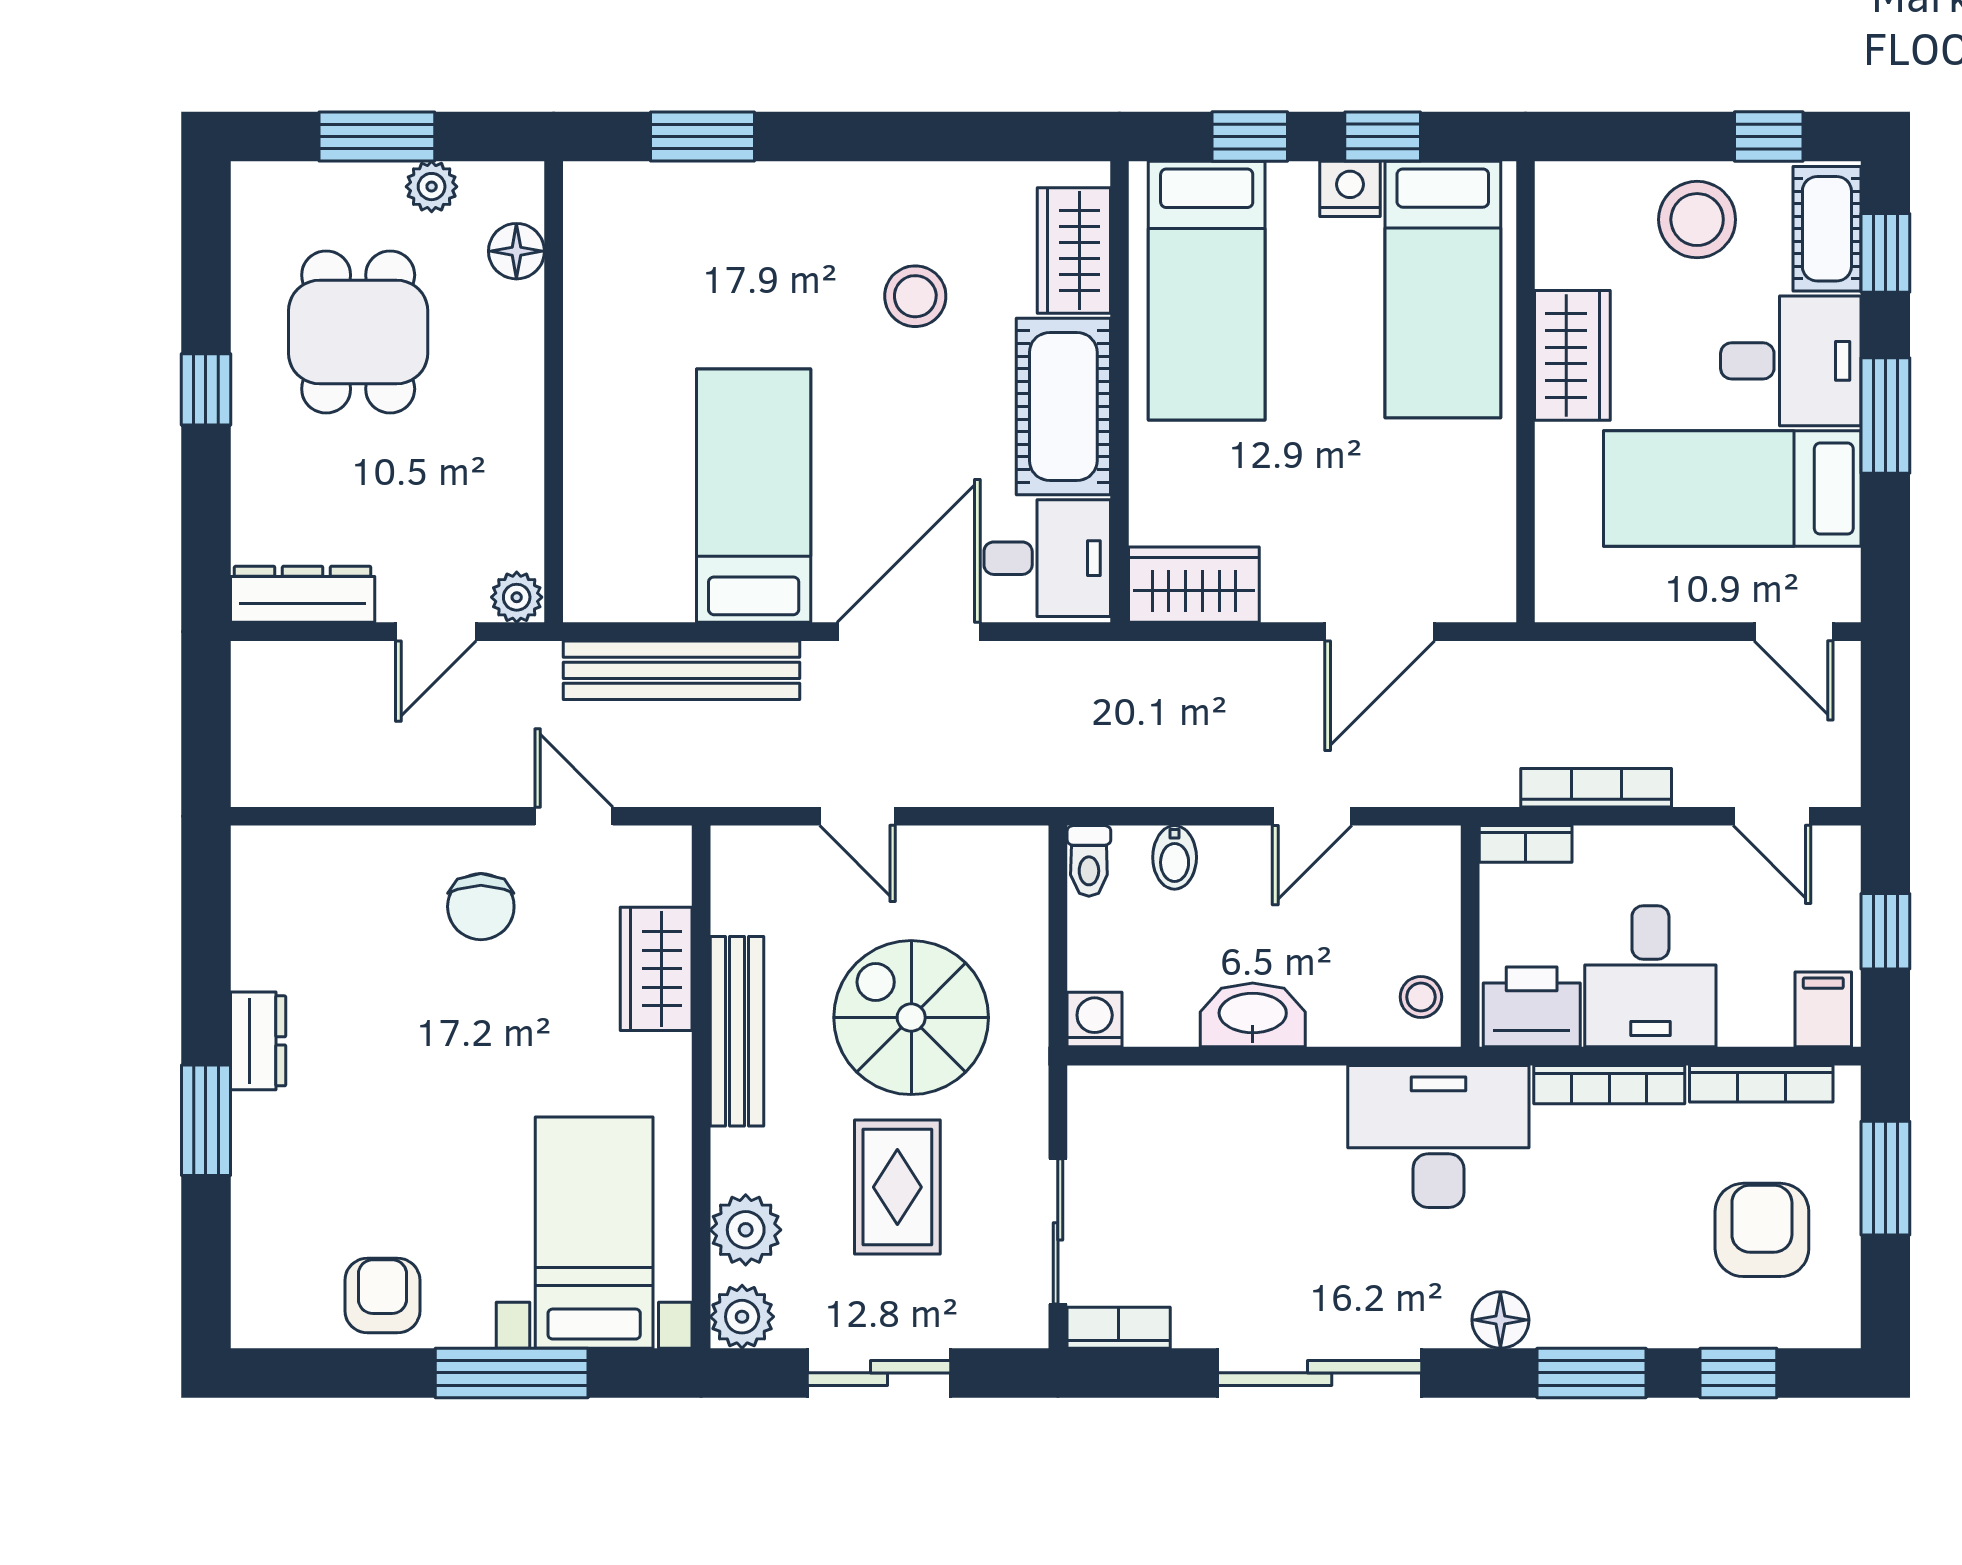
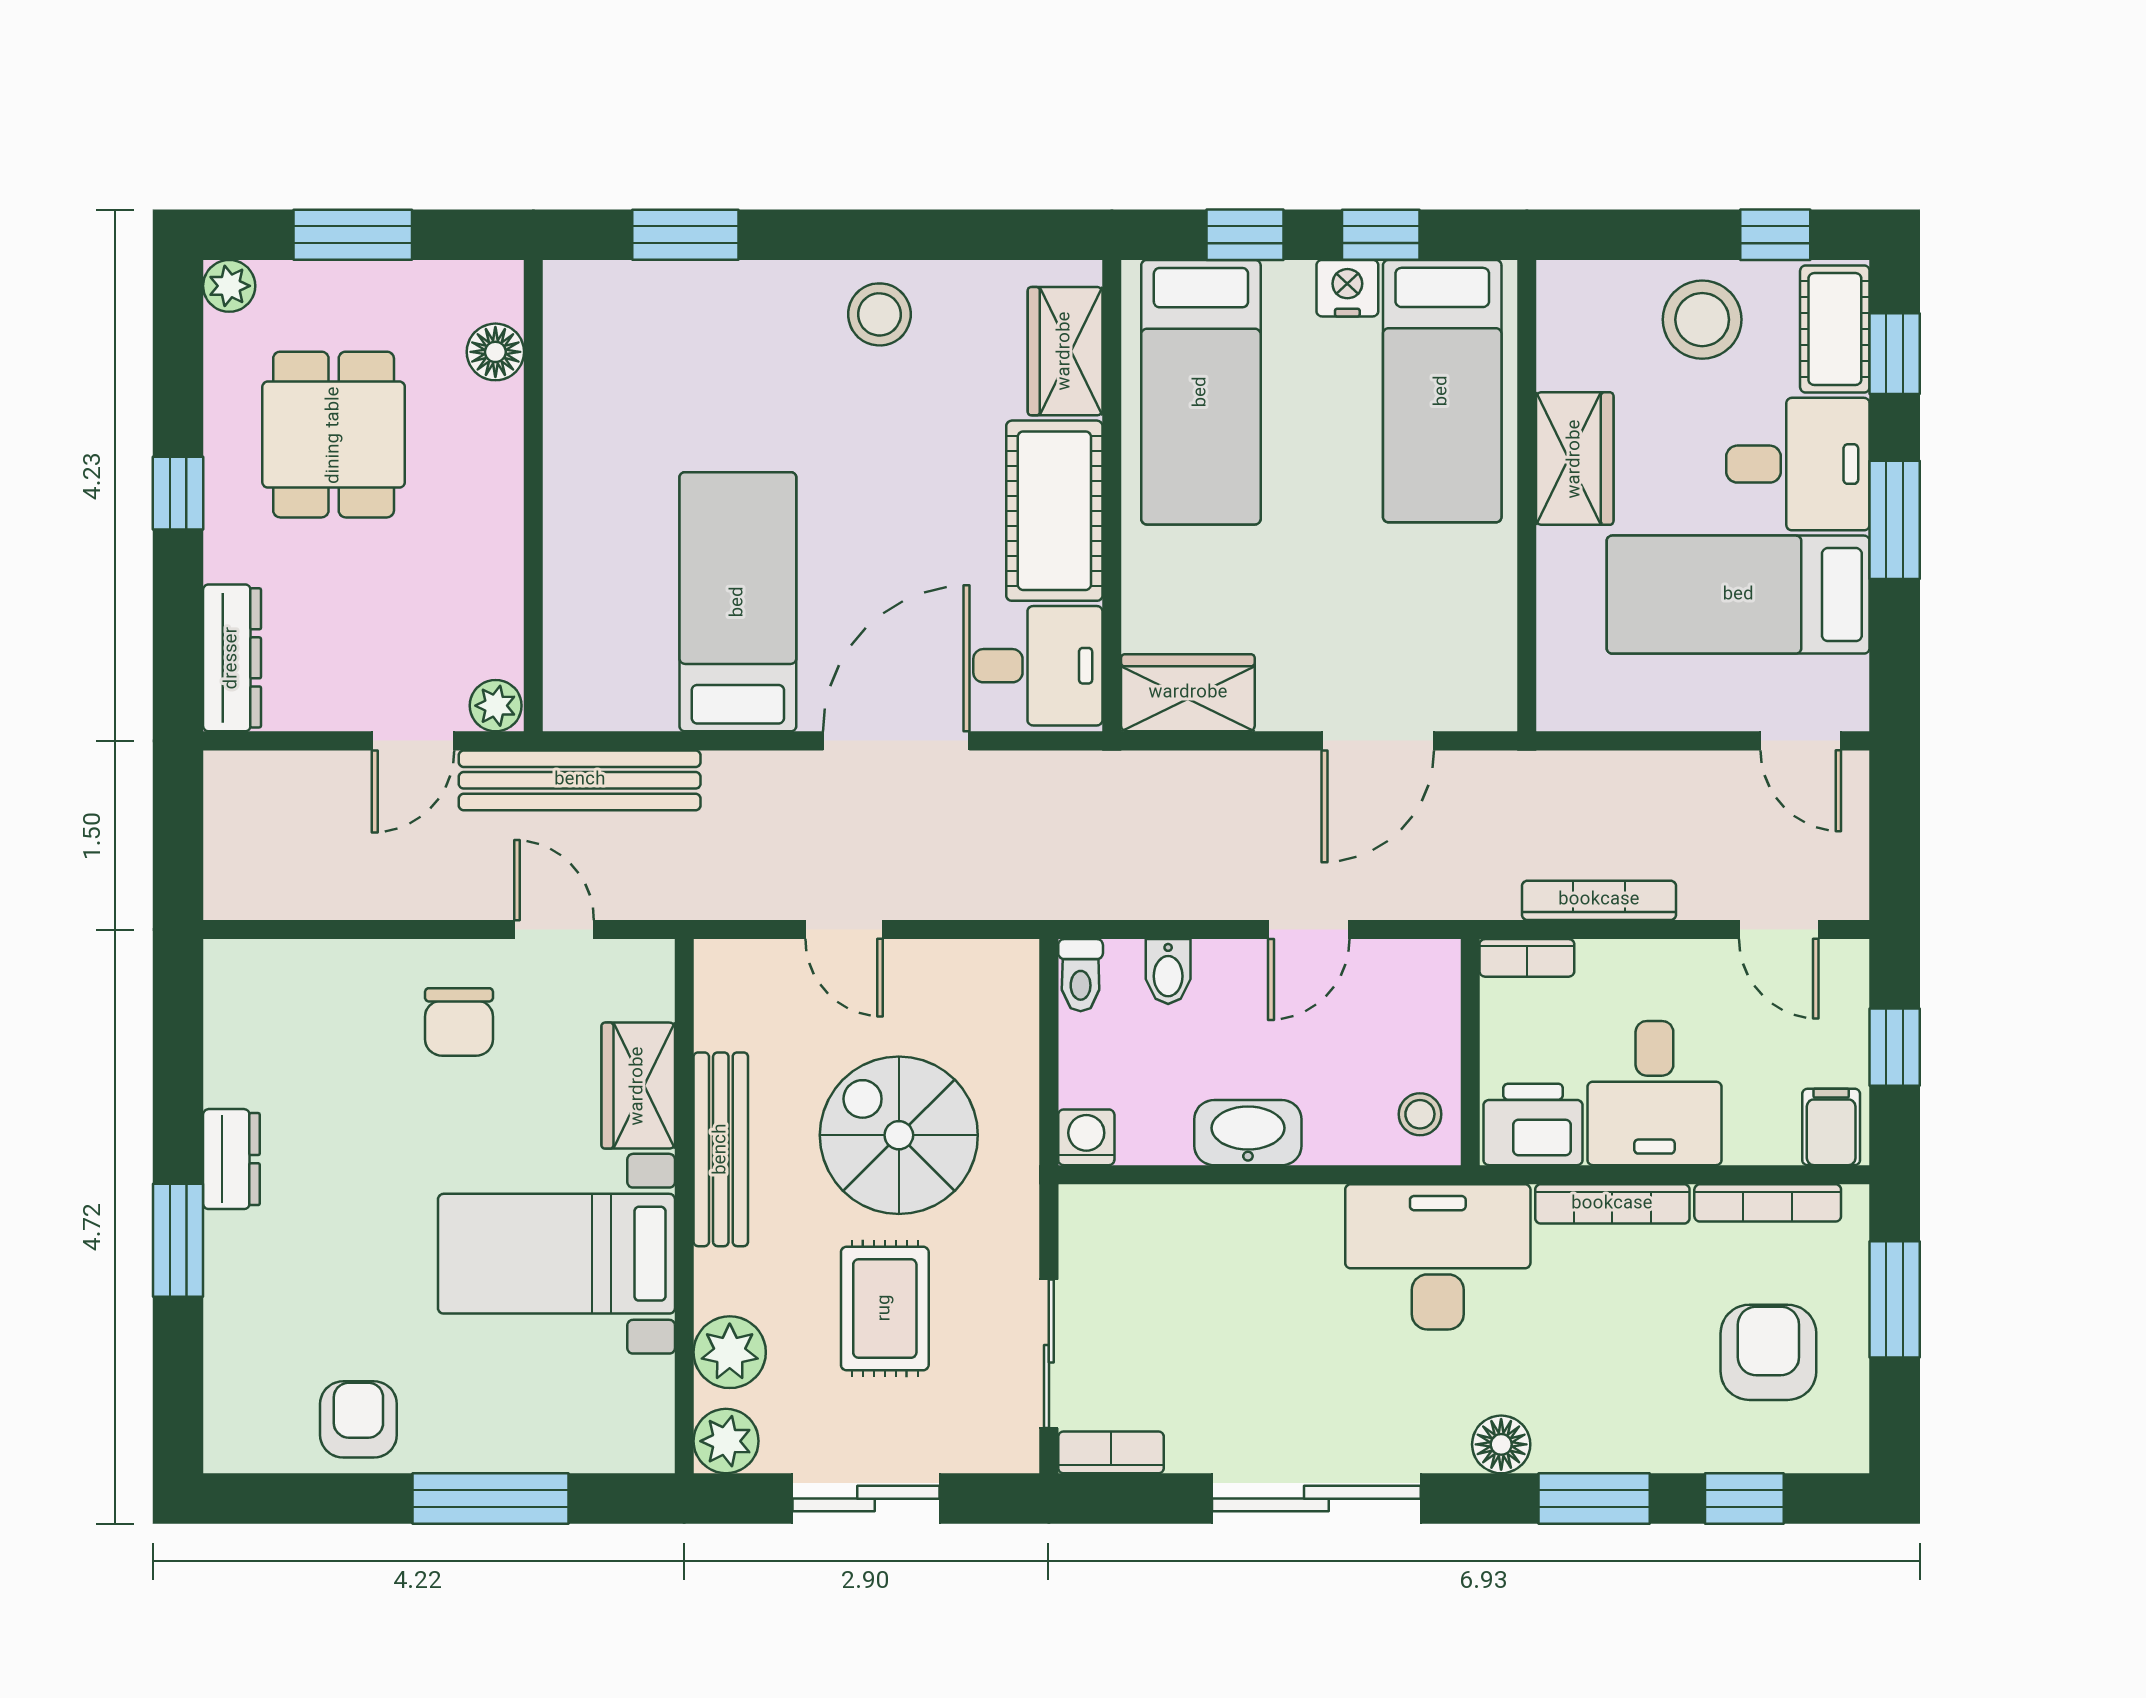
plant: (432, 187) -> (229, 286), moved
stool: (915, 296) -> (879, 314), moved
dresser: (303, 594) -> (232, 658), moved, turned 90
bench: (681, 670) -> (580, 780), moved
bed with nightstands: (594, 1233) -> (556, 1254), moved, turned -90

